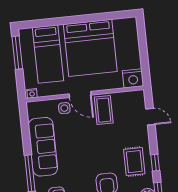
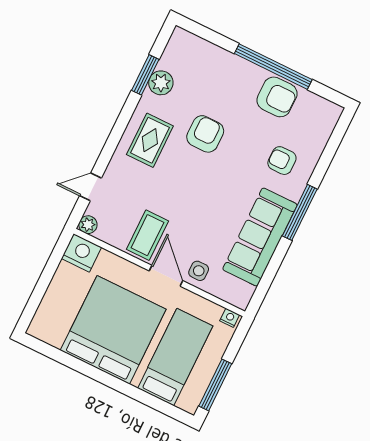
plant: (139, 96) -> (88, 225), added
door: (150, 117) -> (90, 187), hinge flipped
window: (155, 163) -> (123, 121), removed

